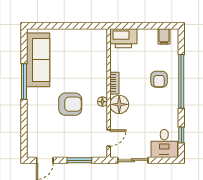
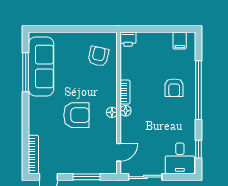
printer: (123, 38) -> (128, 39), width x0.53, depth x0.68
armchair: (90, 51) -> (98, 56), added
window: (24, 82) -> (26, 72), moved
floor lamp: (119, 104) -> (126, 111), width x0.53, depth x0.53
bookcase: (31, 140) -> (33, 154), added

